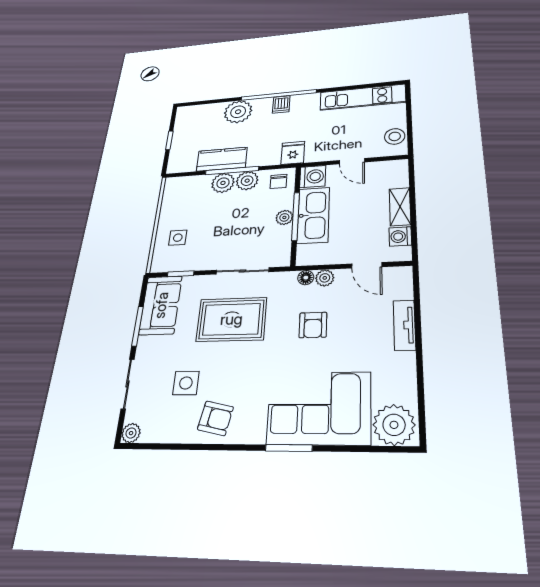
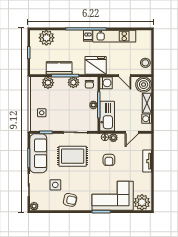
kitchen unit: (363, 97) -> (114, 36), moved
plant: (238, 112) -> (46, 38), moved
fridge: (293, 153) -> (96, 65), width x1.88, depth x1.34
boiler: (392, 174) -> (144, 85), added
plant: (223, 183) -> (48, 83), moved
kitchen sink: (313, 215) -> (107, 116), moved
door: (367, 265) -> (132, 132), hinge flipped
sofa: (161, 305) -> (38, 153), width x1.36

